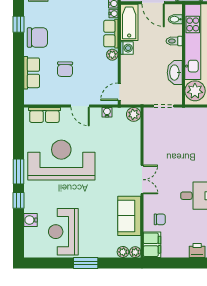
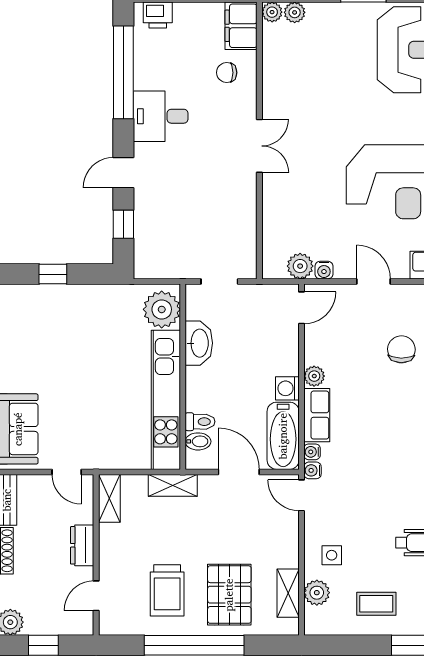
toilet: (174, 41) -> (200, 422), moved
plant: (134, 114) -> (300, 266), moved
double door: (142, 180) -> (259, 146), swing flipped
sofa: (129, 216) -> (283, 79), removed

